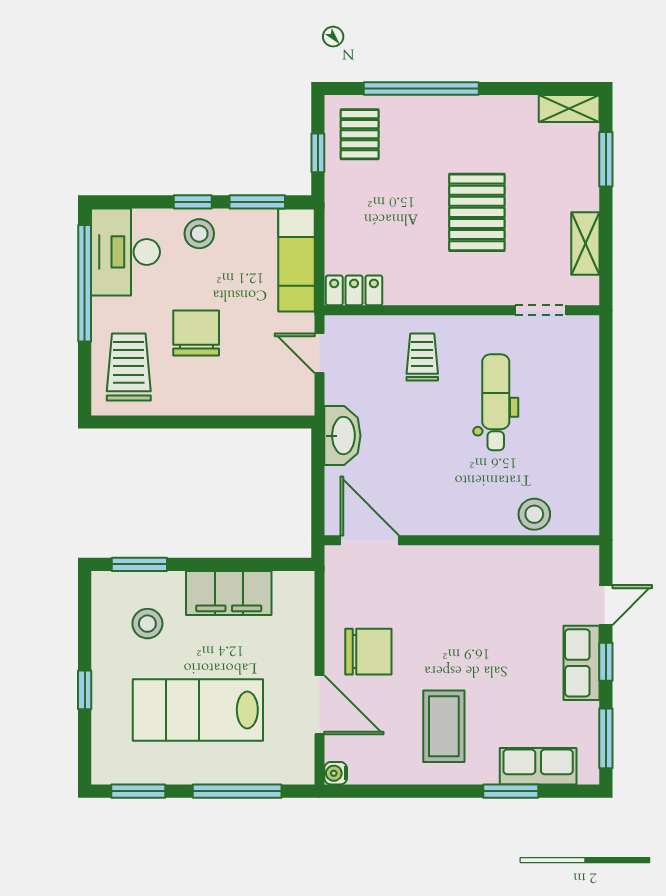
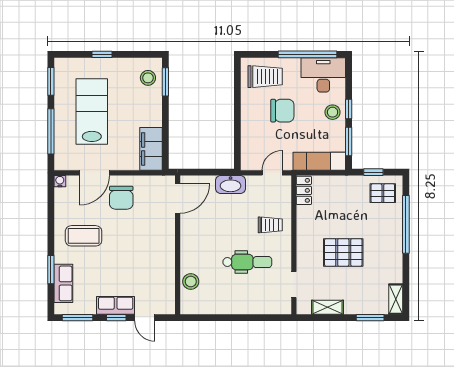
filing cabinet: (229, 593) -> (151, 149), moved
stool: (147, 624) -> (148, 78), moved

